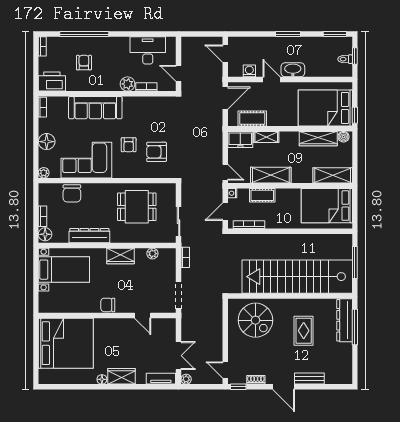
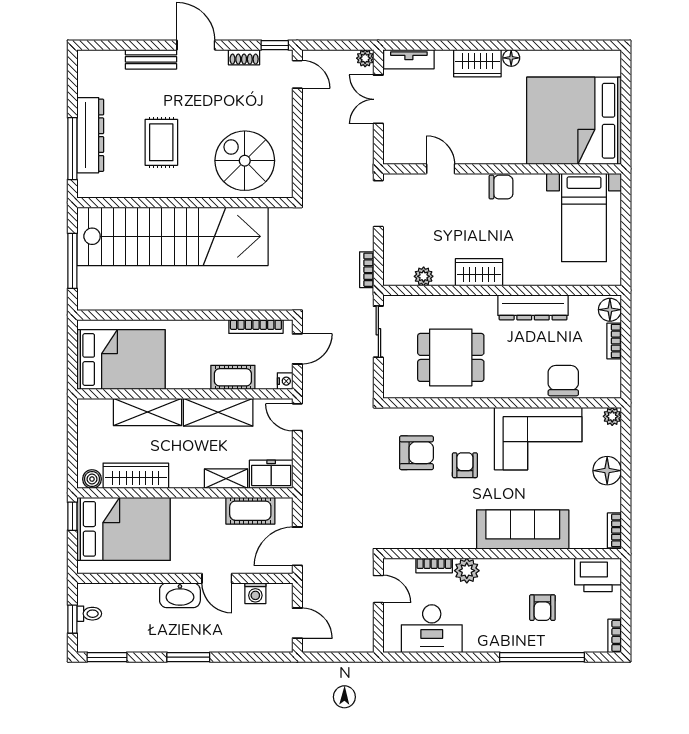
shelving: (333, 175) -> (147, 412), moved
bed with nightstands: (64, 270) -> (584, 218), moved, turned -90
dresser: (345, 320) -> (90, 135), moved

